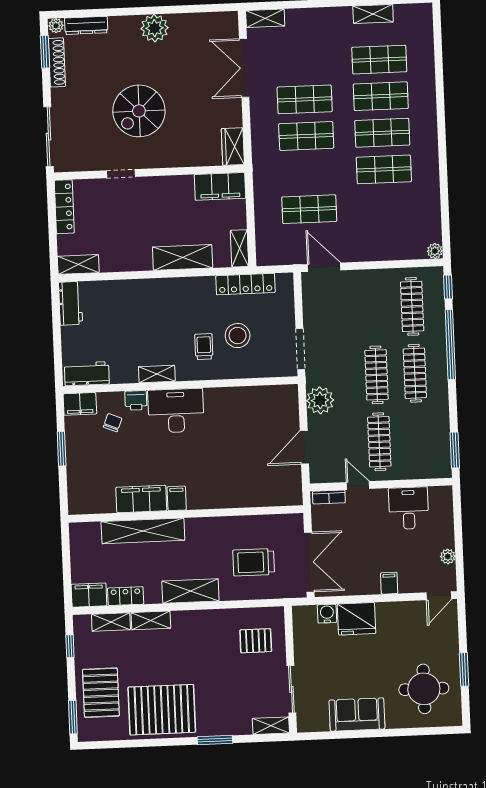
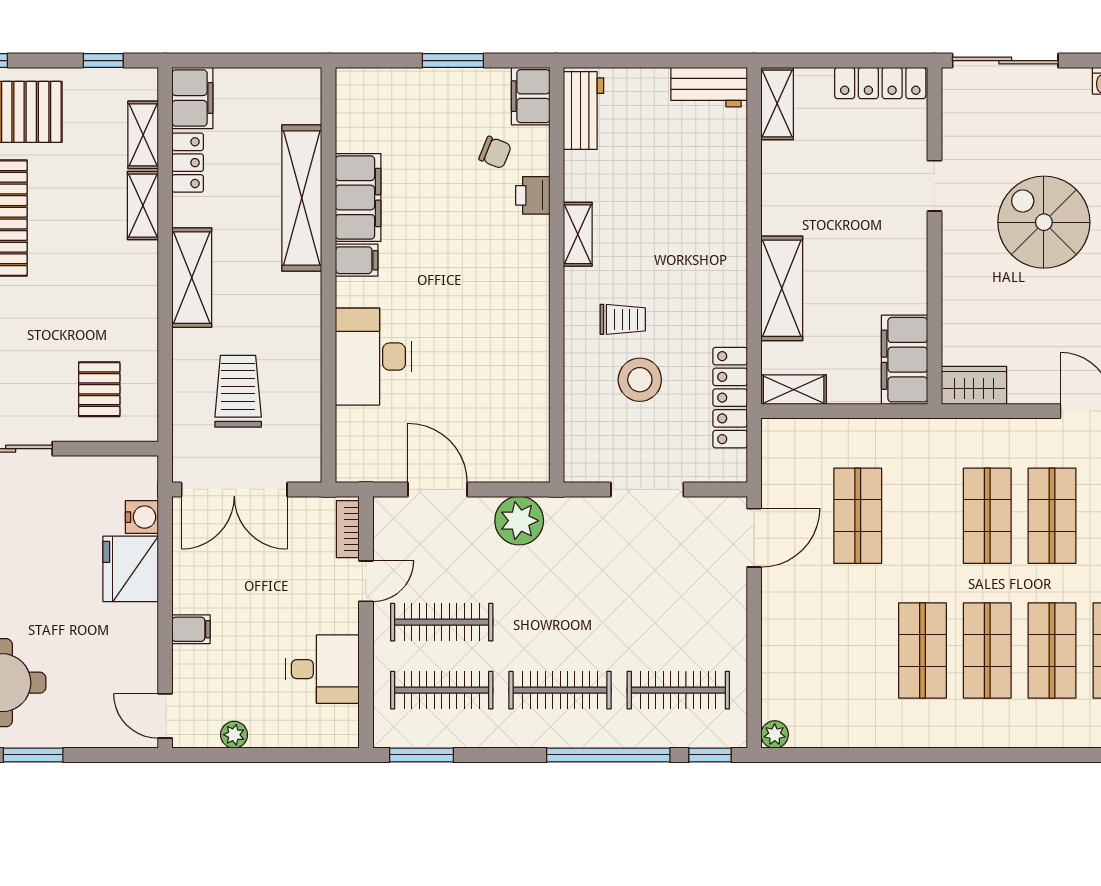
doorway: (300, 349) -> (647, 489), moved
clothes rail: (376, 375) -> (442, 690), moved
desk: (176, 411) -> (373, 357), moved, turned 180

